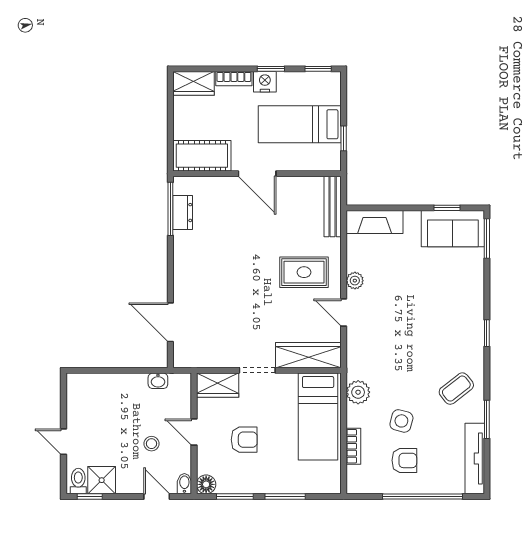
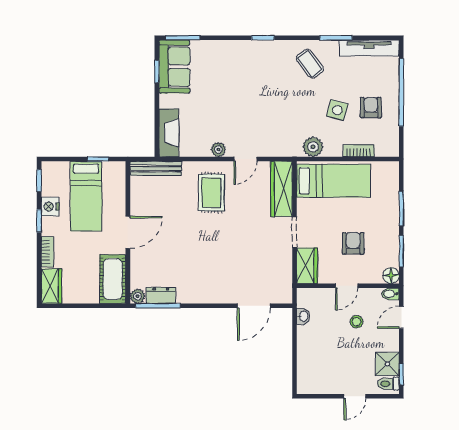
nightstand: (265, 82) -> (50, 207), moved
plant: (182, 185) -> (137, 296), added

